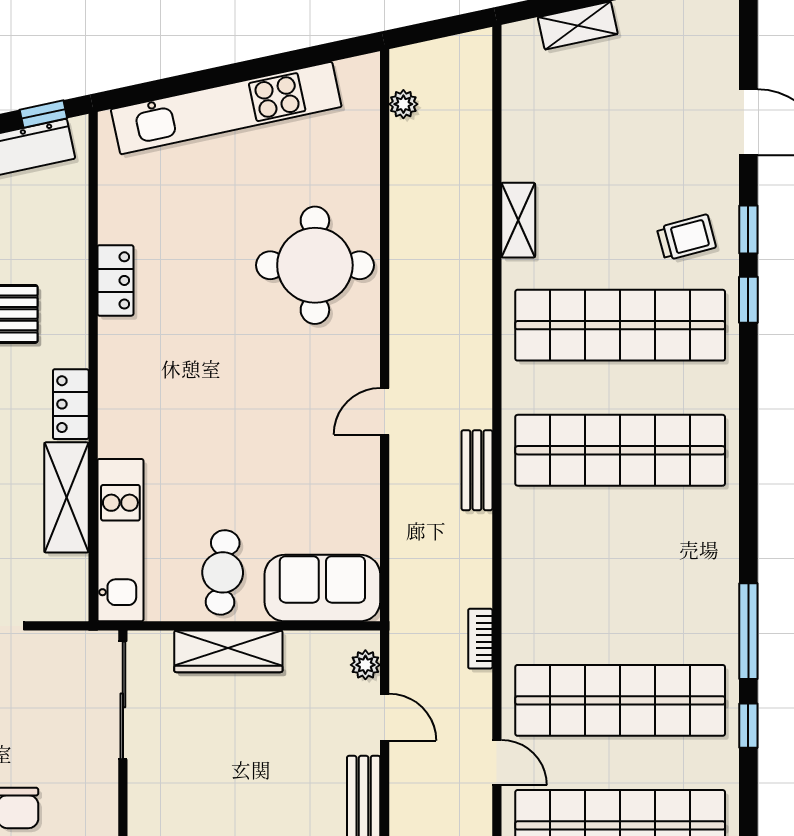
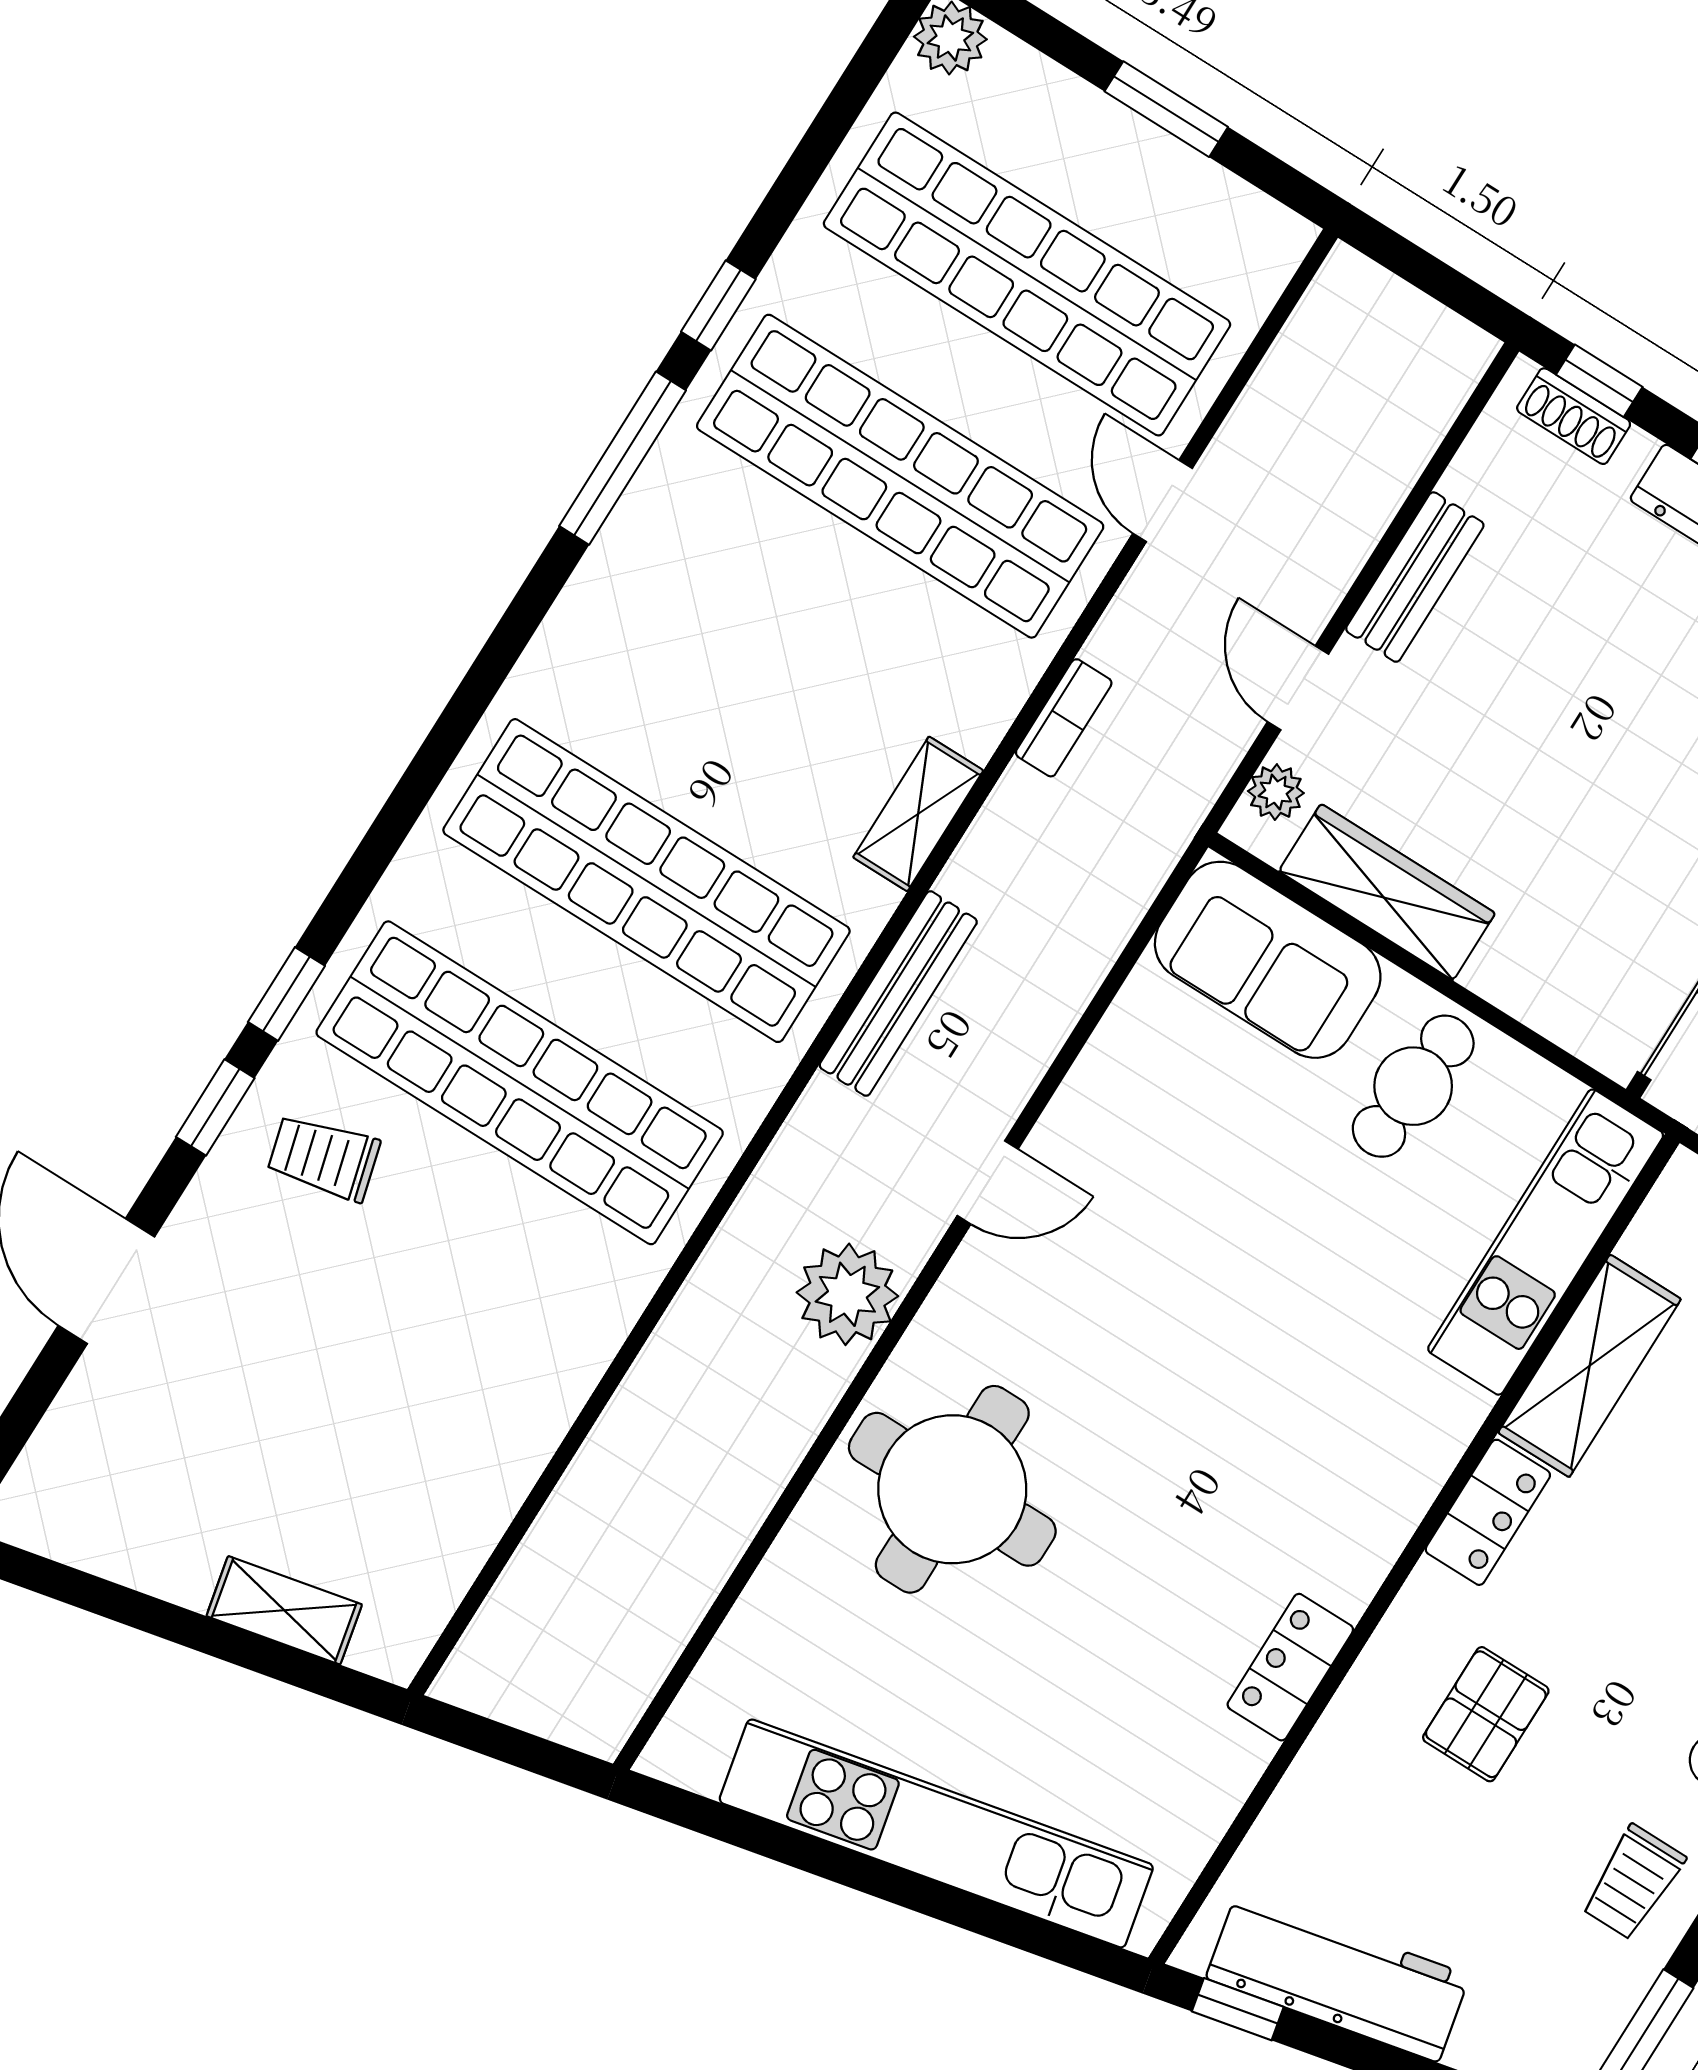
plant: (403, 104) -> (847, 1294), moved, width x1.88, depth x1.88
shelving: (518, 220) -> (918, 814), moved
bench: (477, 470) -> (898, 994), width x1.36
wardrobe: (228, 651) -> (1387, 892), moved

